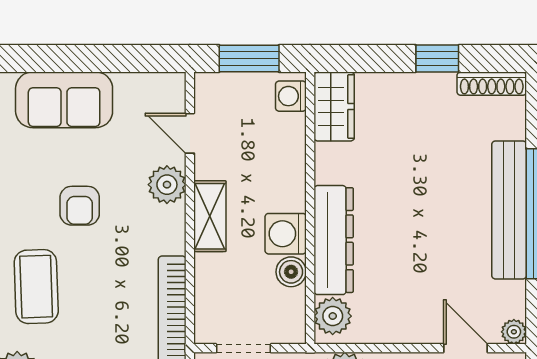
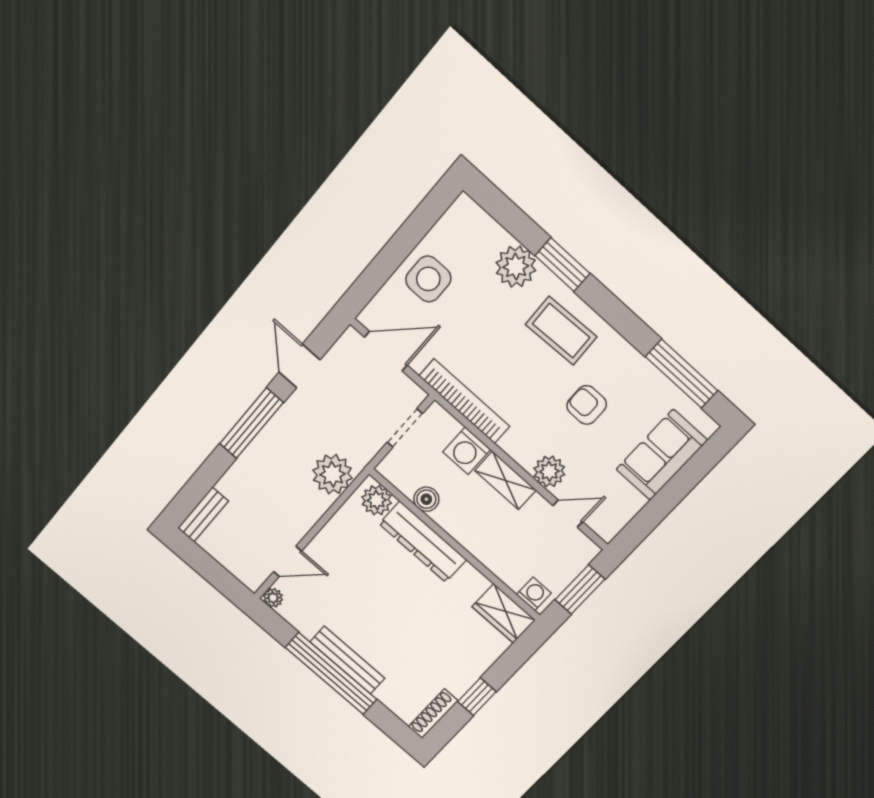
bench: (509, 210) -> (347, 660), width x0.73, depth x0.82
washing machine: (286, 234) -> (467, 451), moved, turned 180

